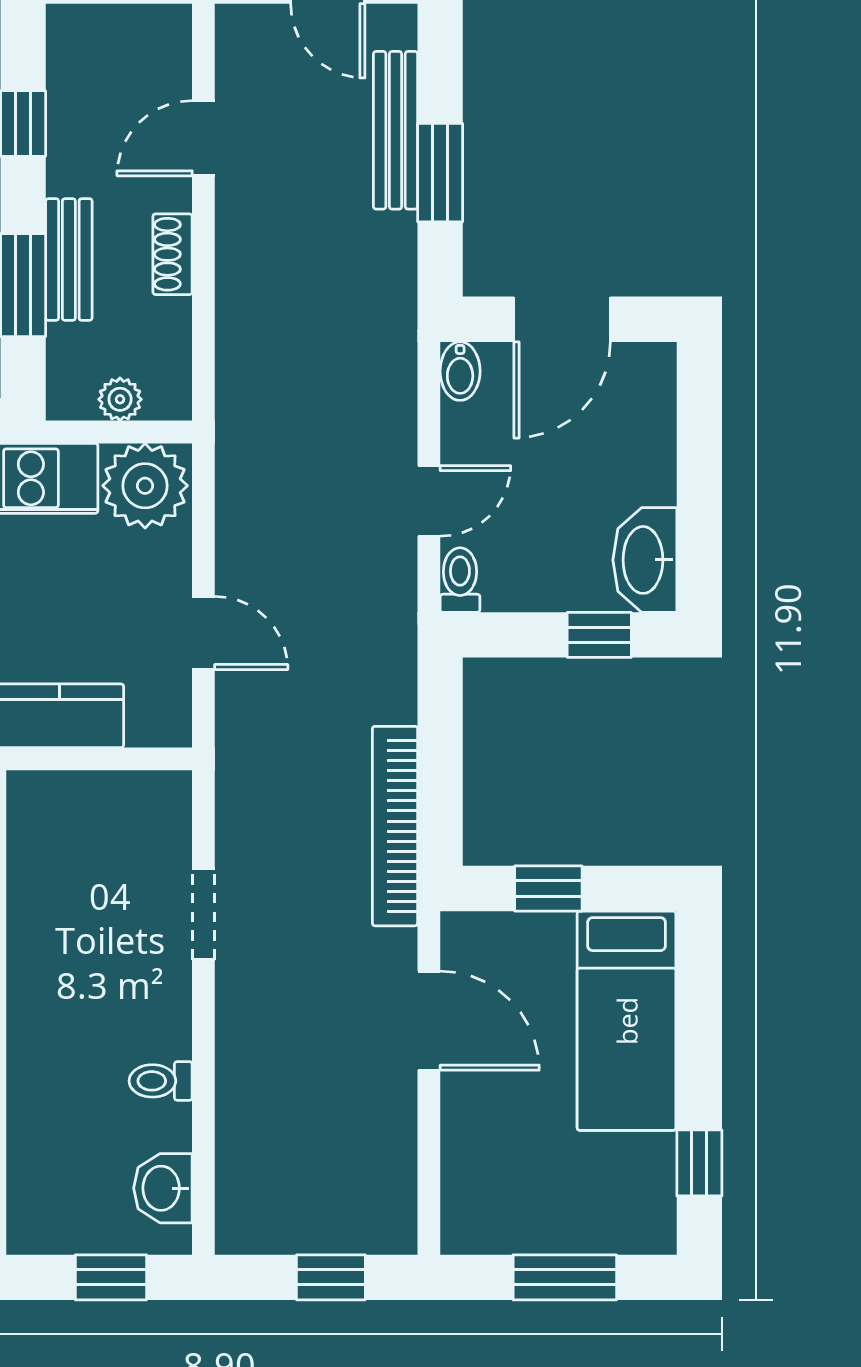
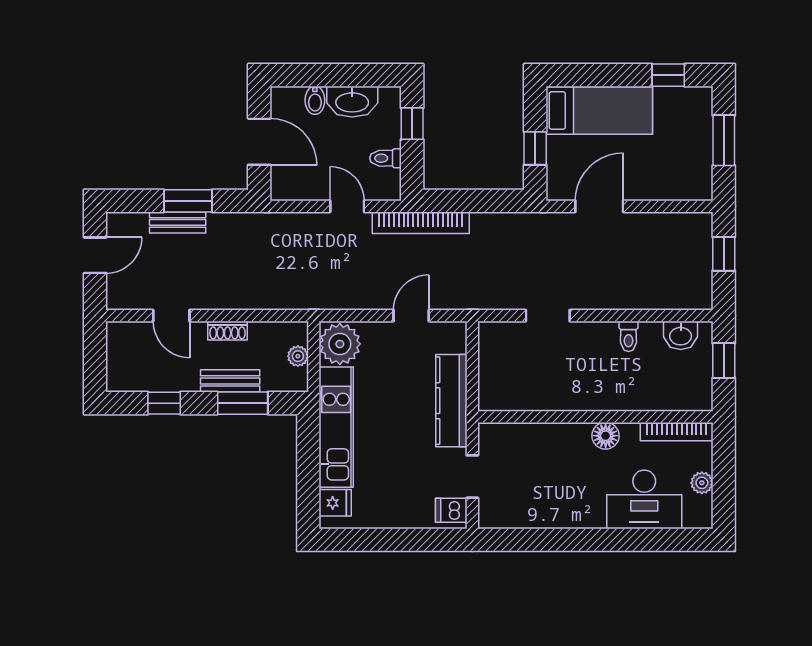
bench: (396, 130) -> (178, 222), width x0.73
bidet: (460, 371) -> (315, 100), moved, turned 90
washbasin: (645, 560) -> (352, 102), moved
toilet: (460, 580) -> (386, 158), moved
bookcase: (395, 826) -> (421, 223), moved

